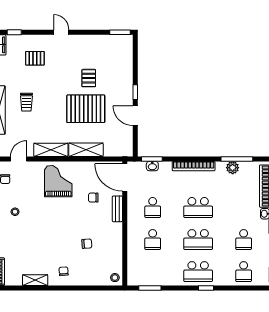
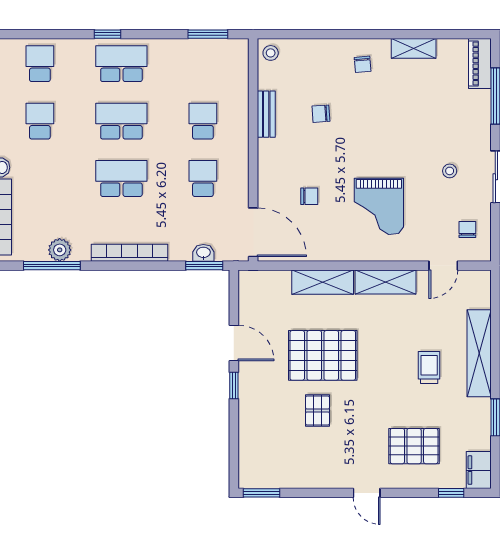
pallet: (35, 58) -> (414, 446), width x1.50, depth x1.42
grand piano: (58, 181) -> (379, 206), moved
bench: (117, 209) -> (266, 114), moved

